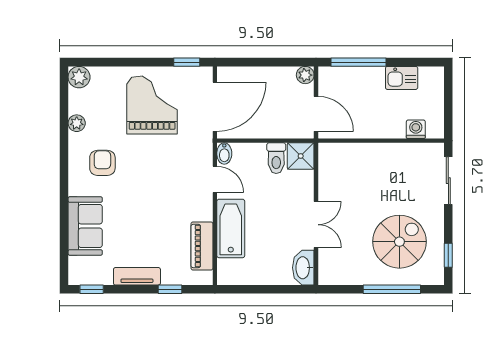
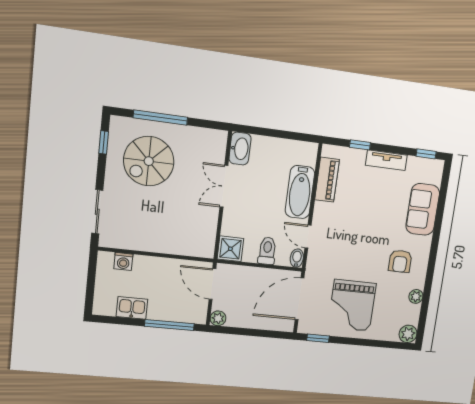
toilet: (276, 158) -> (267, 251), moved

